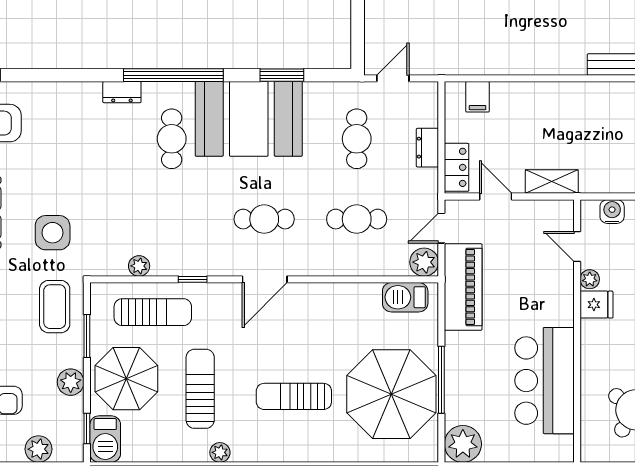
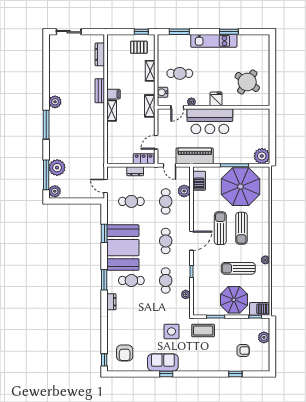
window: (173, 75) -> (104, 280), width x0.47
shelving: (569, 93) -> (112, 111), added
filing cabinet: (478, 97) -> (113, 94), moved
shelving: (552, 182) -> (150, 106), moved
cafe table: (172, 219) -> (166, 281), added
plant: (424, 262) -> (184, 191), moved
door: (265, 279) -> (191, 241), hinge flipped
fridge: (596, 305) -> (216, 99), moved
sun lounger: (153, 312) -> (220, 228), moved
bar counter: (545, 381) -> (210, 121), moved
plant: (71, 382) -> (235, 324), removed

